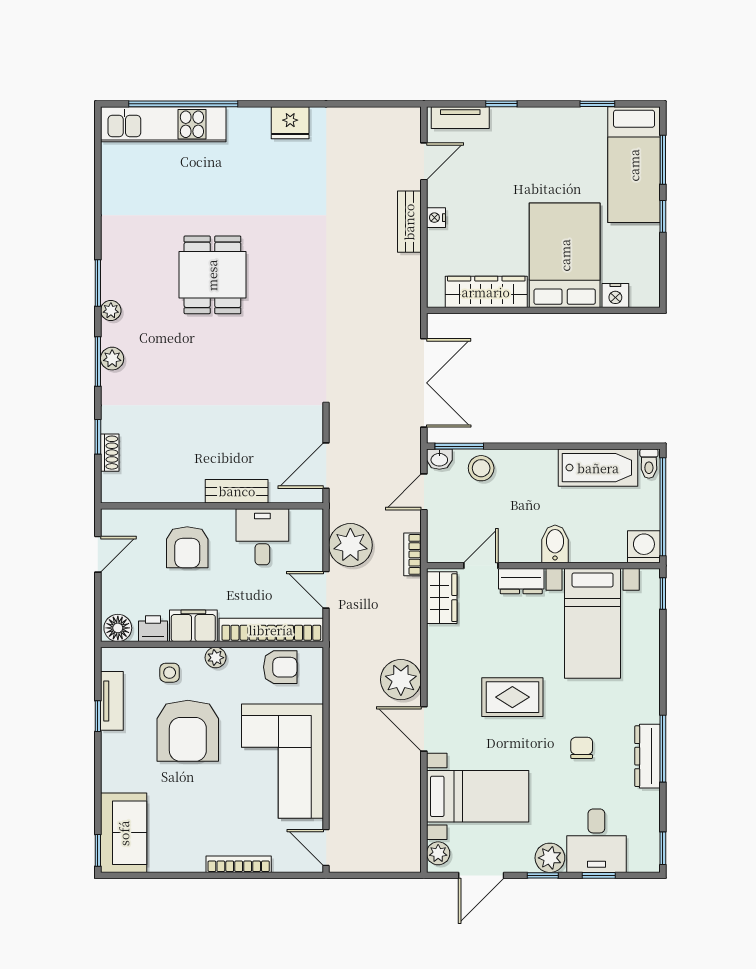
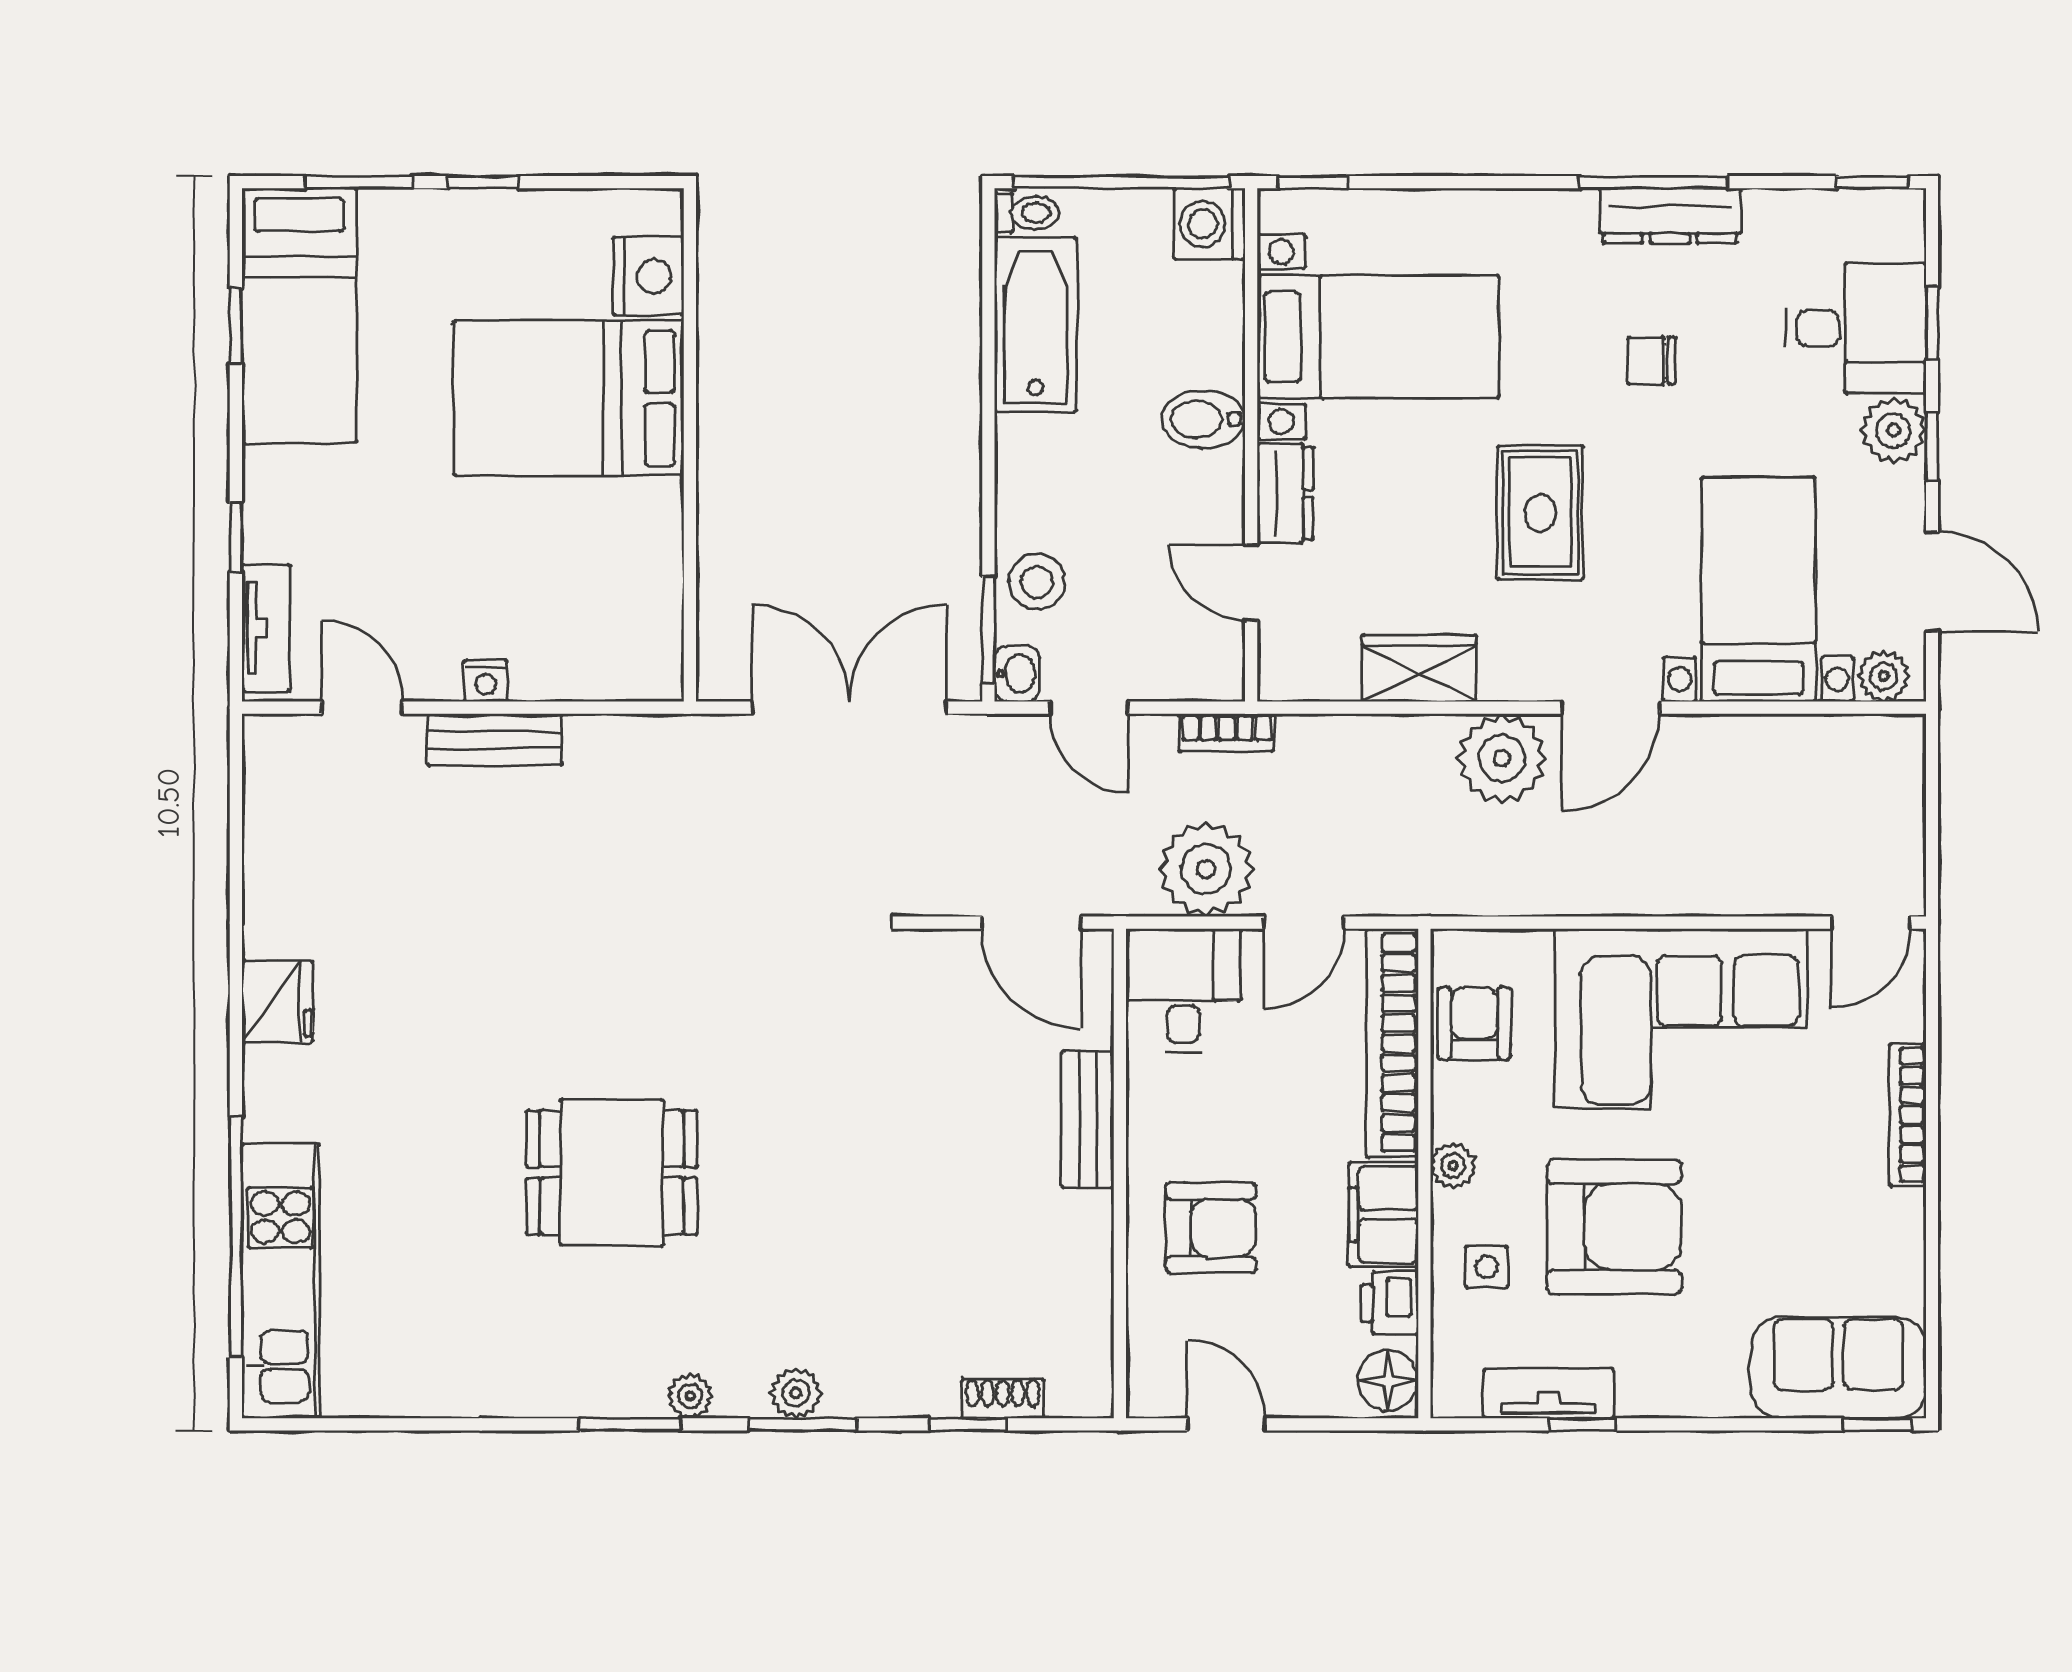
bed: (634, 165) -> (299, 316), moved, turned 90
wardrobe: (486, 292) -> (649, 570), removed
nightstand: (615, 295) -> (648, 276), width x1.36, depth x1.33
desk: (262, 537) -> (1183, 991), moved, turned 90
wardrobe: (442, 598) -> (1419, 668), moved

